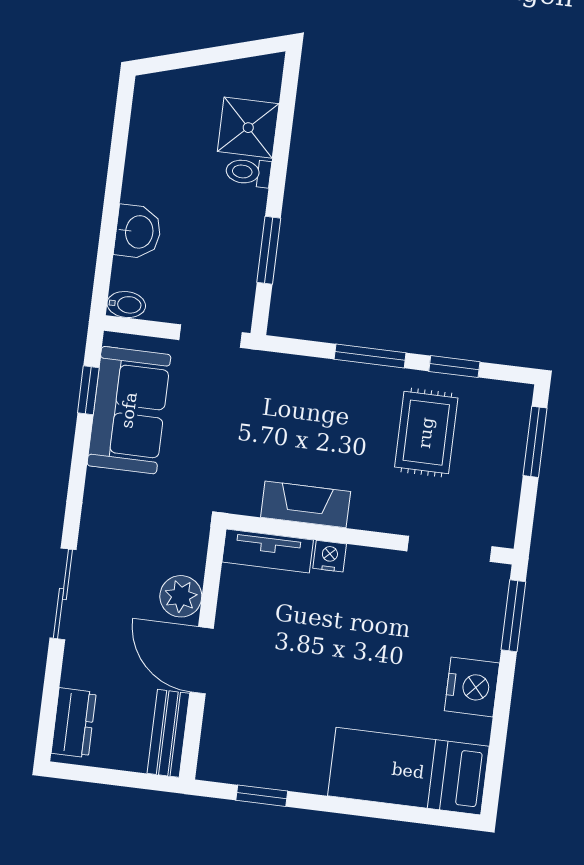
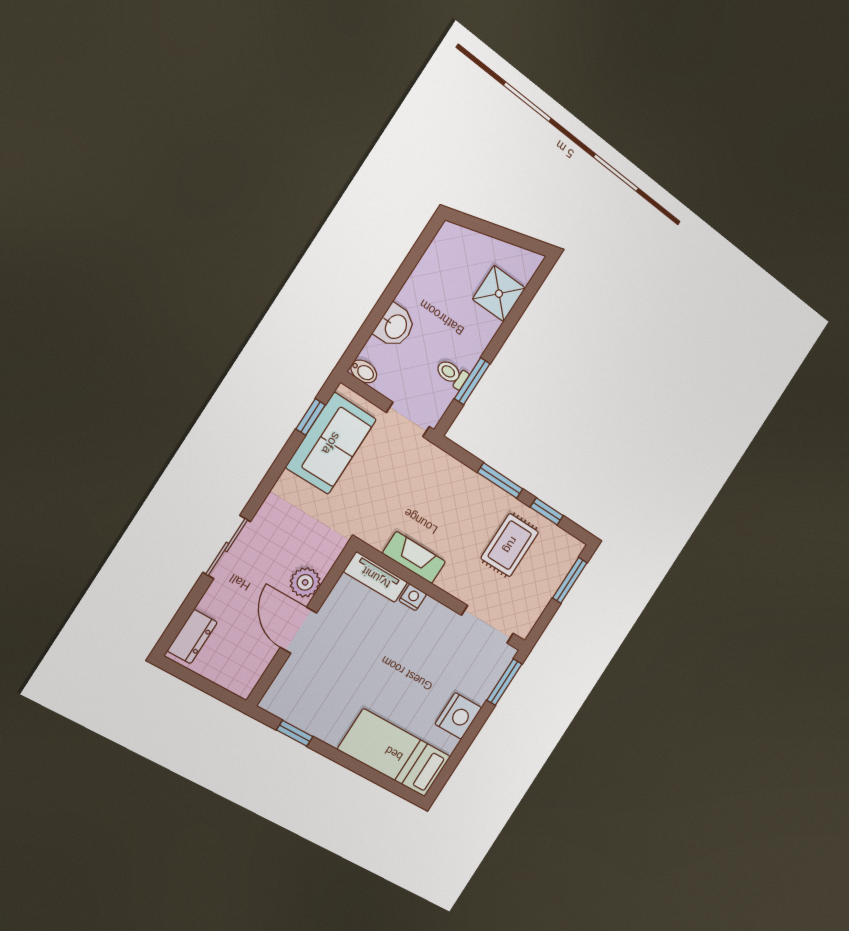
toilet: (248, 172) -> (452, 374), moved
bench: (168, 733) -> (253, 669), removed

